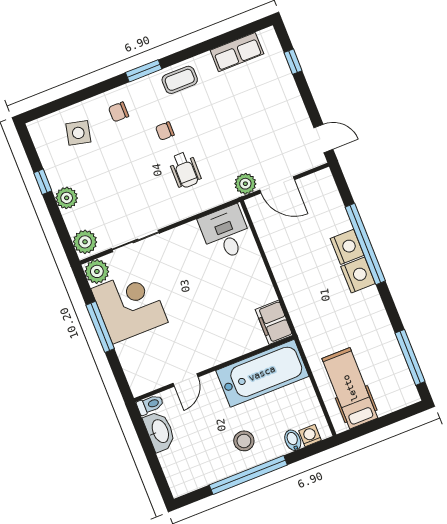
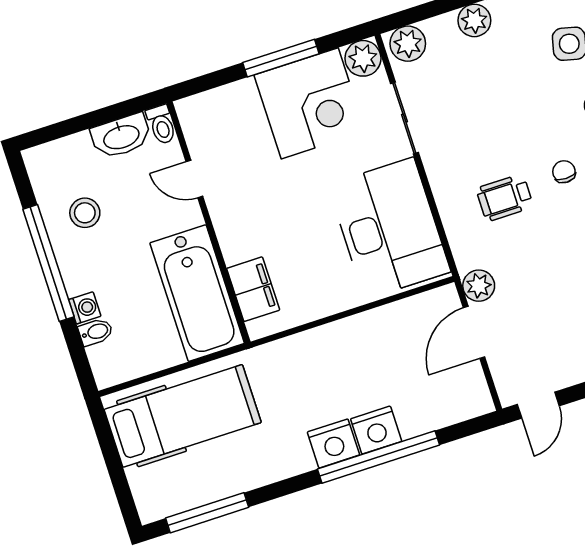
desk: (226, 233) -> (389, 228), width x1.87, depth x1.30
filing cabinet: (274, 322) -> (253, 289), moved, turned 90
hospital bed: (350, 388) -> (183, 416), width x1.37, depth x1.29
washing machine: (310, 436) -> (85, 308), moved
stool: (244, 441) -> (85, 213), moved

